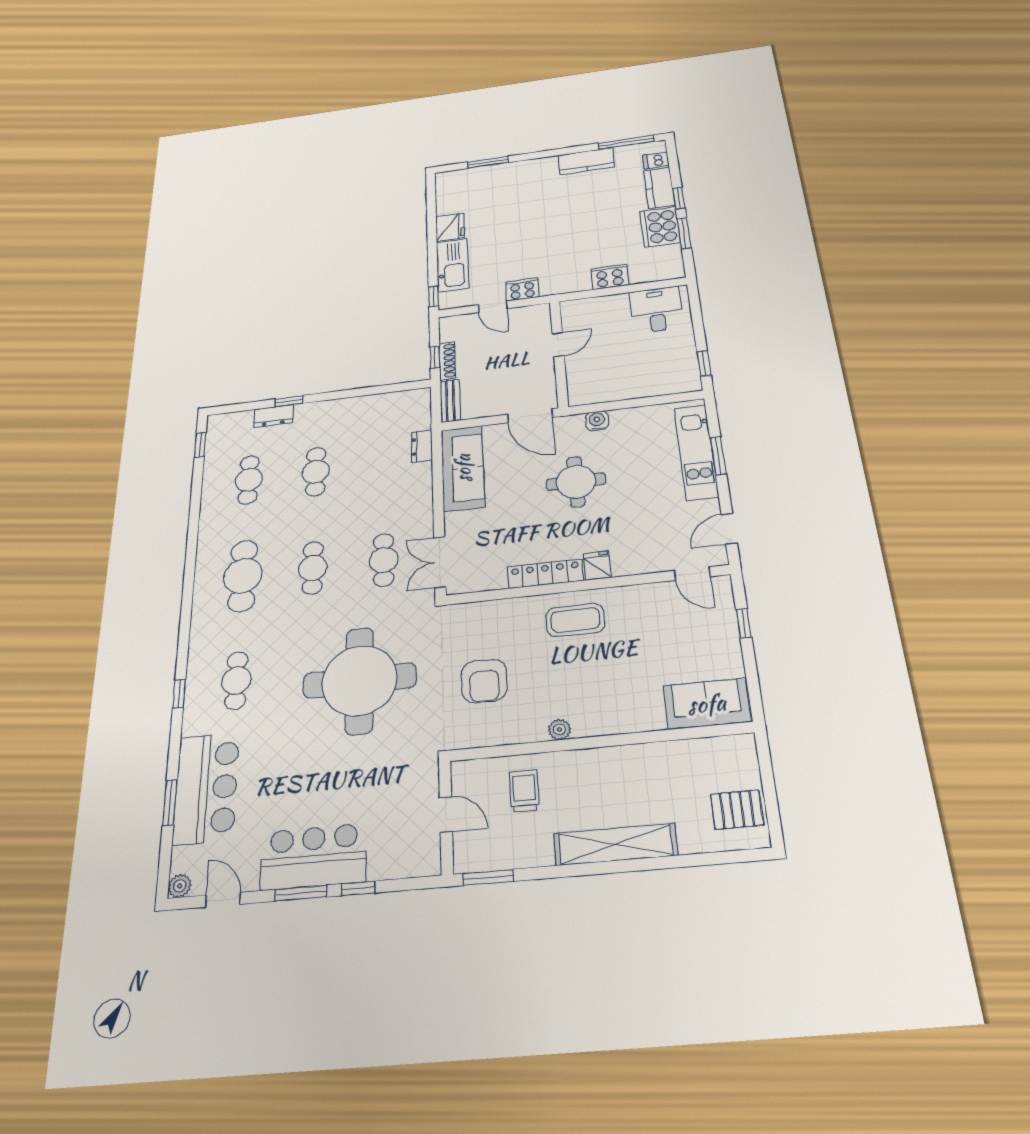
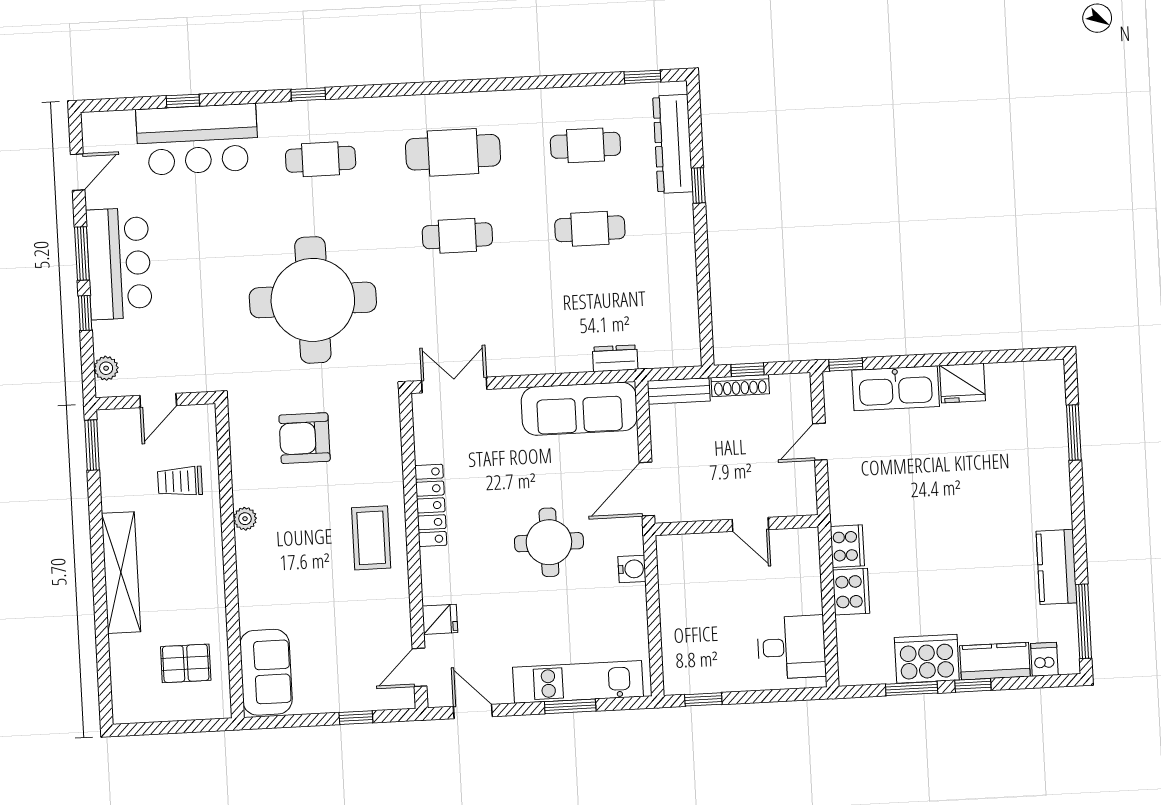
cooker: (522, 289) -> (847, 546), moved
dresser: (274, 416) -> (673, 144), width x1.96, depth x1.24
cafe table: (384, 560) -> (462, 319), removed
fridge: (597, 565) -> (440, 619), moved
trolley: (524, 791) -> (180, 481), turned 180
window: (170, 802) -> (183, 101), width x0.67
pallet: (737, 810) -> (186, 663), moved, turned 90
plant: (180, 886) -> (106, 368), moved

